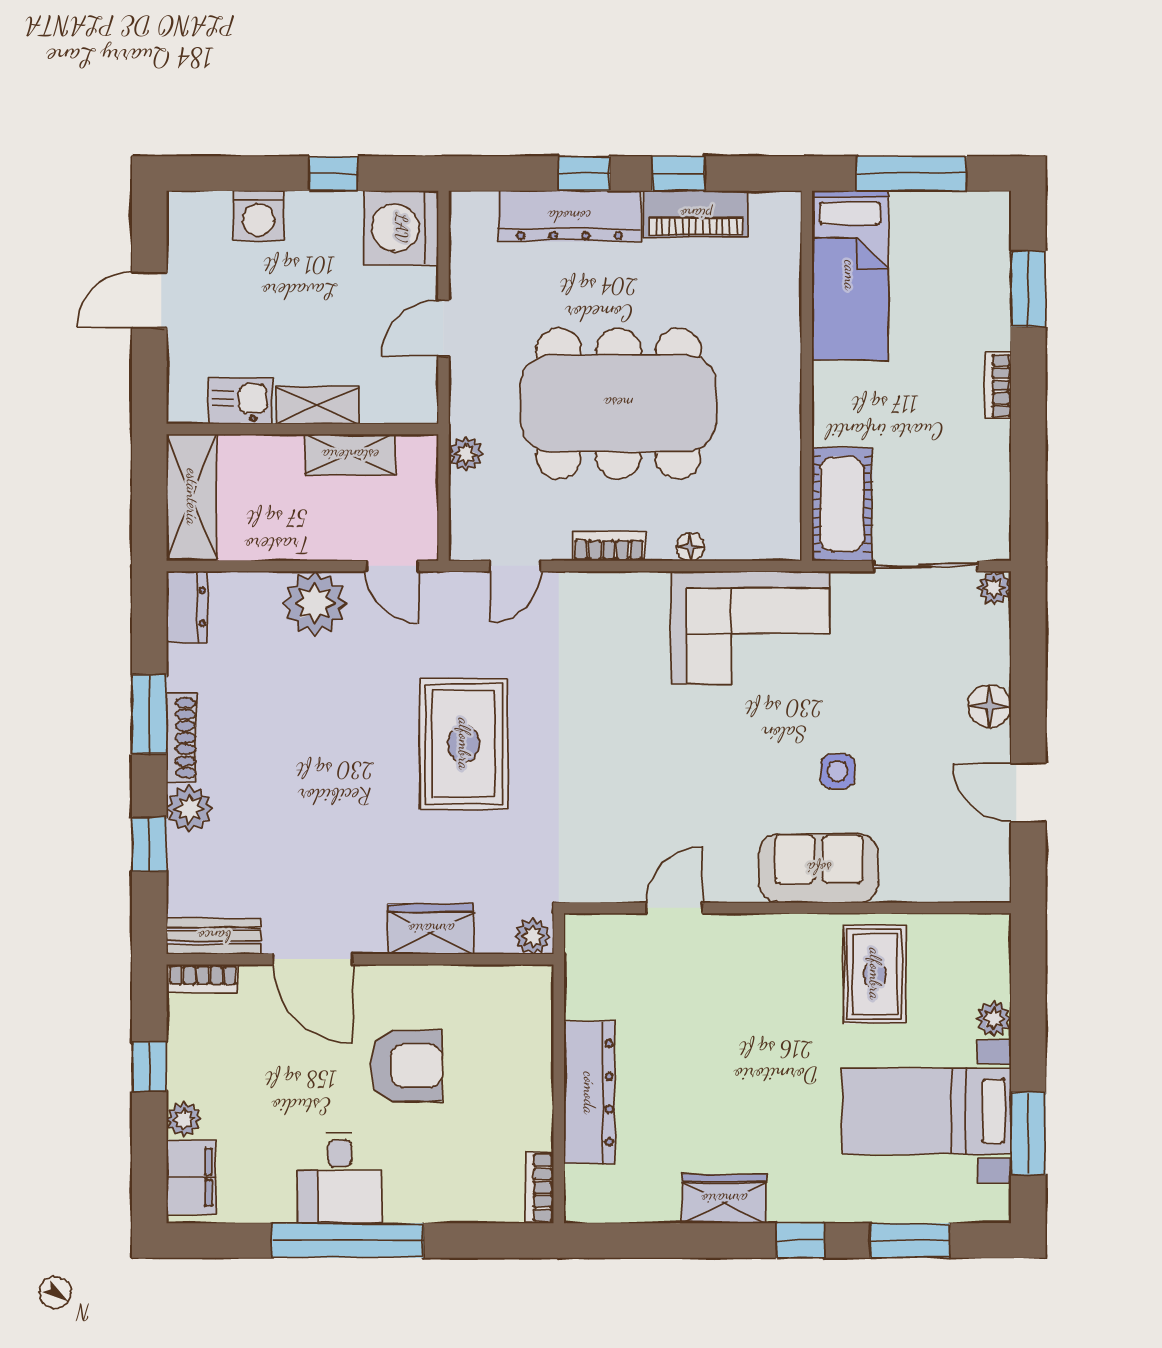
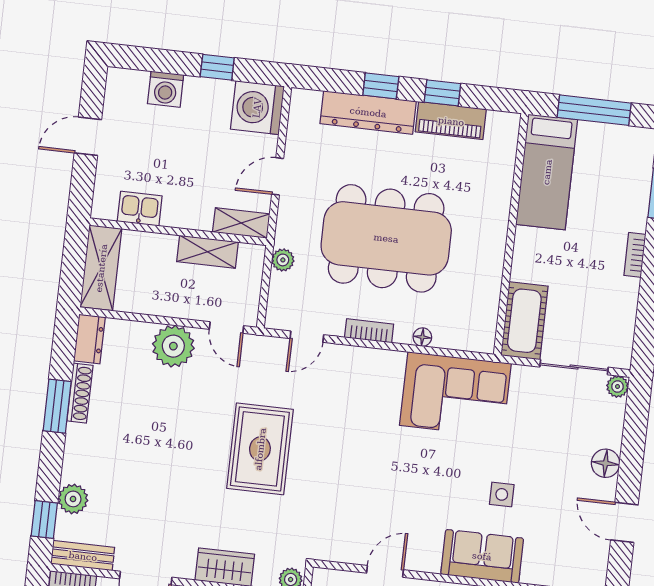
shelving: (317, 405) -> (241, 223), moved
shoe rack: (181, 738) -> (80, 393), moved
plant: (189, 808) -> (73, 499), moved
window: (149, 844) -> (44, 520), moved

